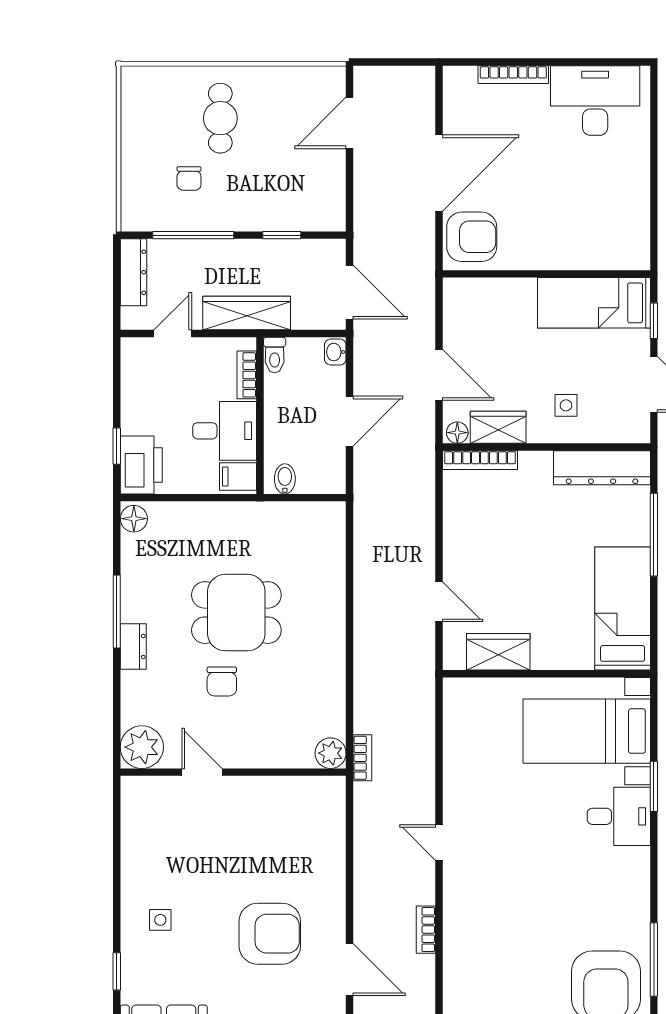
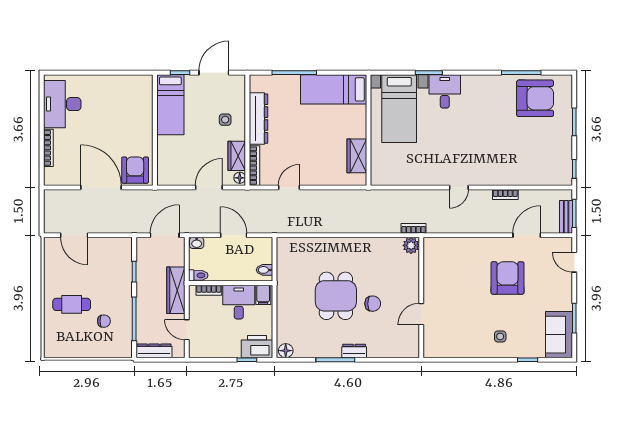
dresser: (602, 468) -> (258, 119), moved
door: (439, 602) -> (289, 187), moved
plant: (142, 747) -> (408, 346), removed

